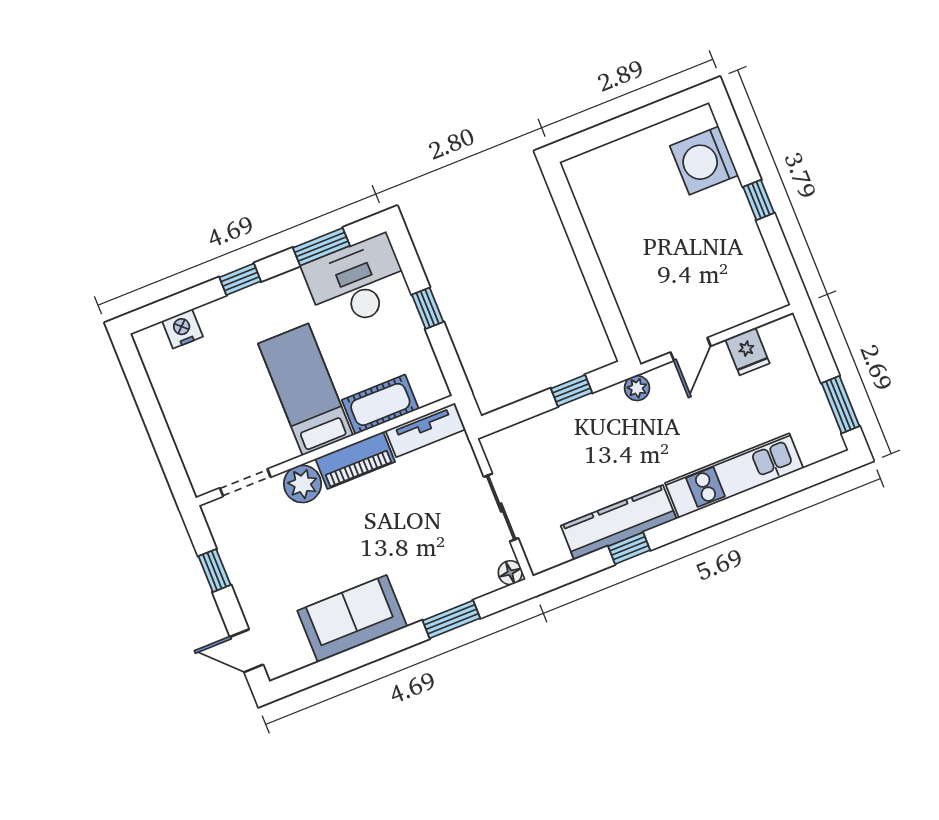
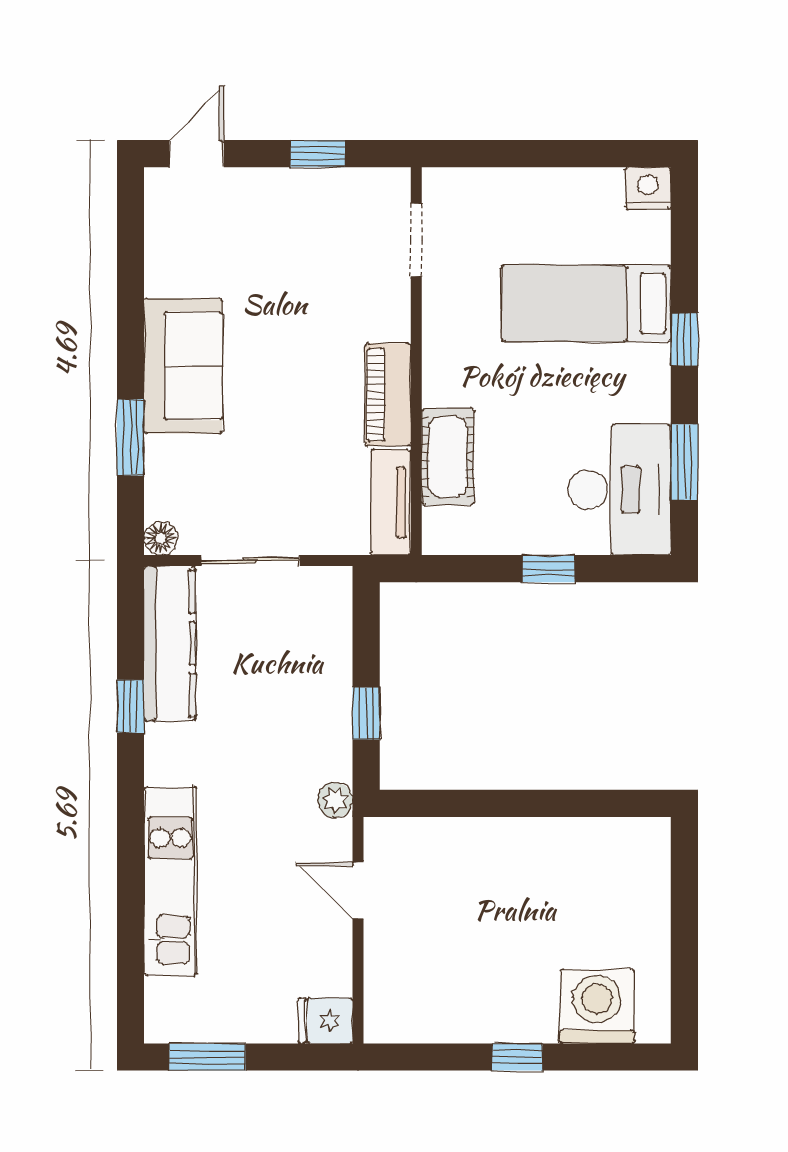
nightstand: (182, 329) -> (648, 188), moved, turned -90
fridge: (747, 351) -> (325, 1021), moved
bed: (306, 389) -> (586, 303), moved, turned 180
plant: (302, 484) -> (385, 314), removed
kitchen counter: (619, 522) -> (170, 643), moved
sofa: (352, 619) -> (183, 366), moved

